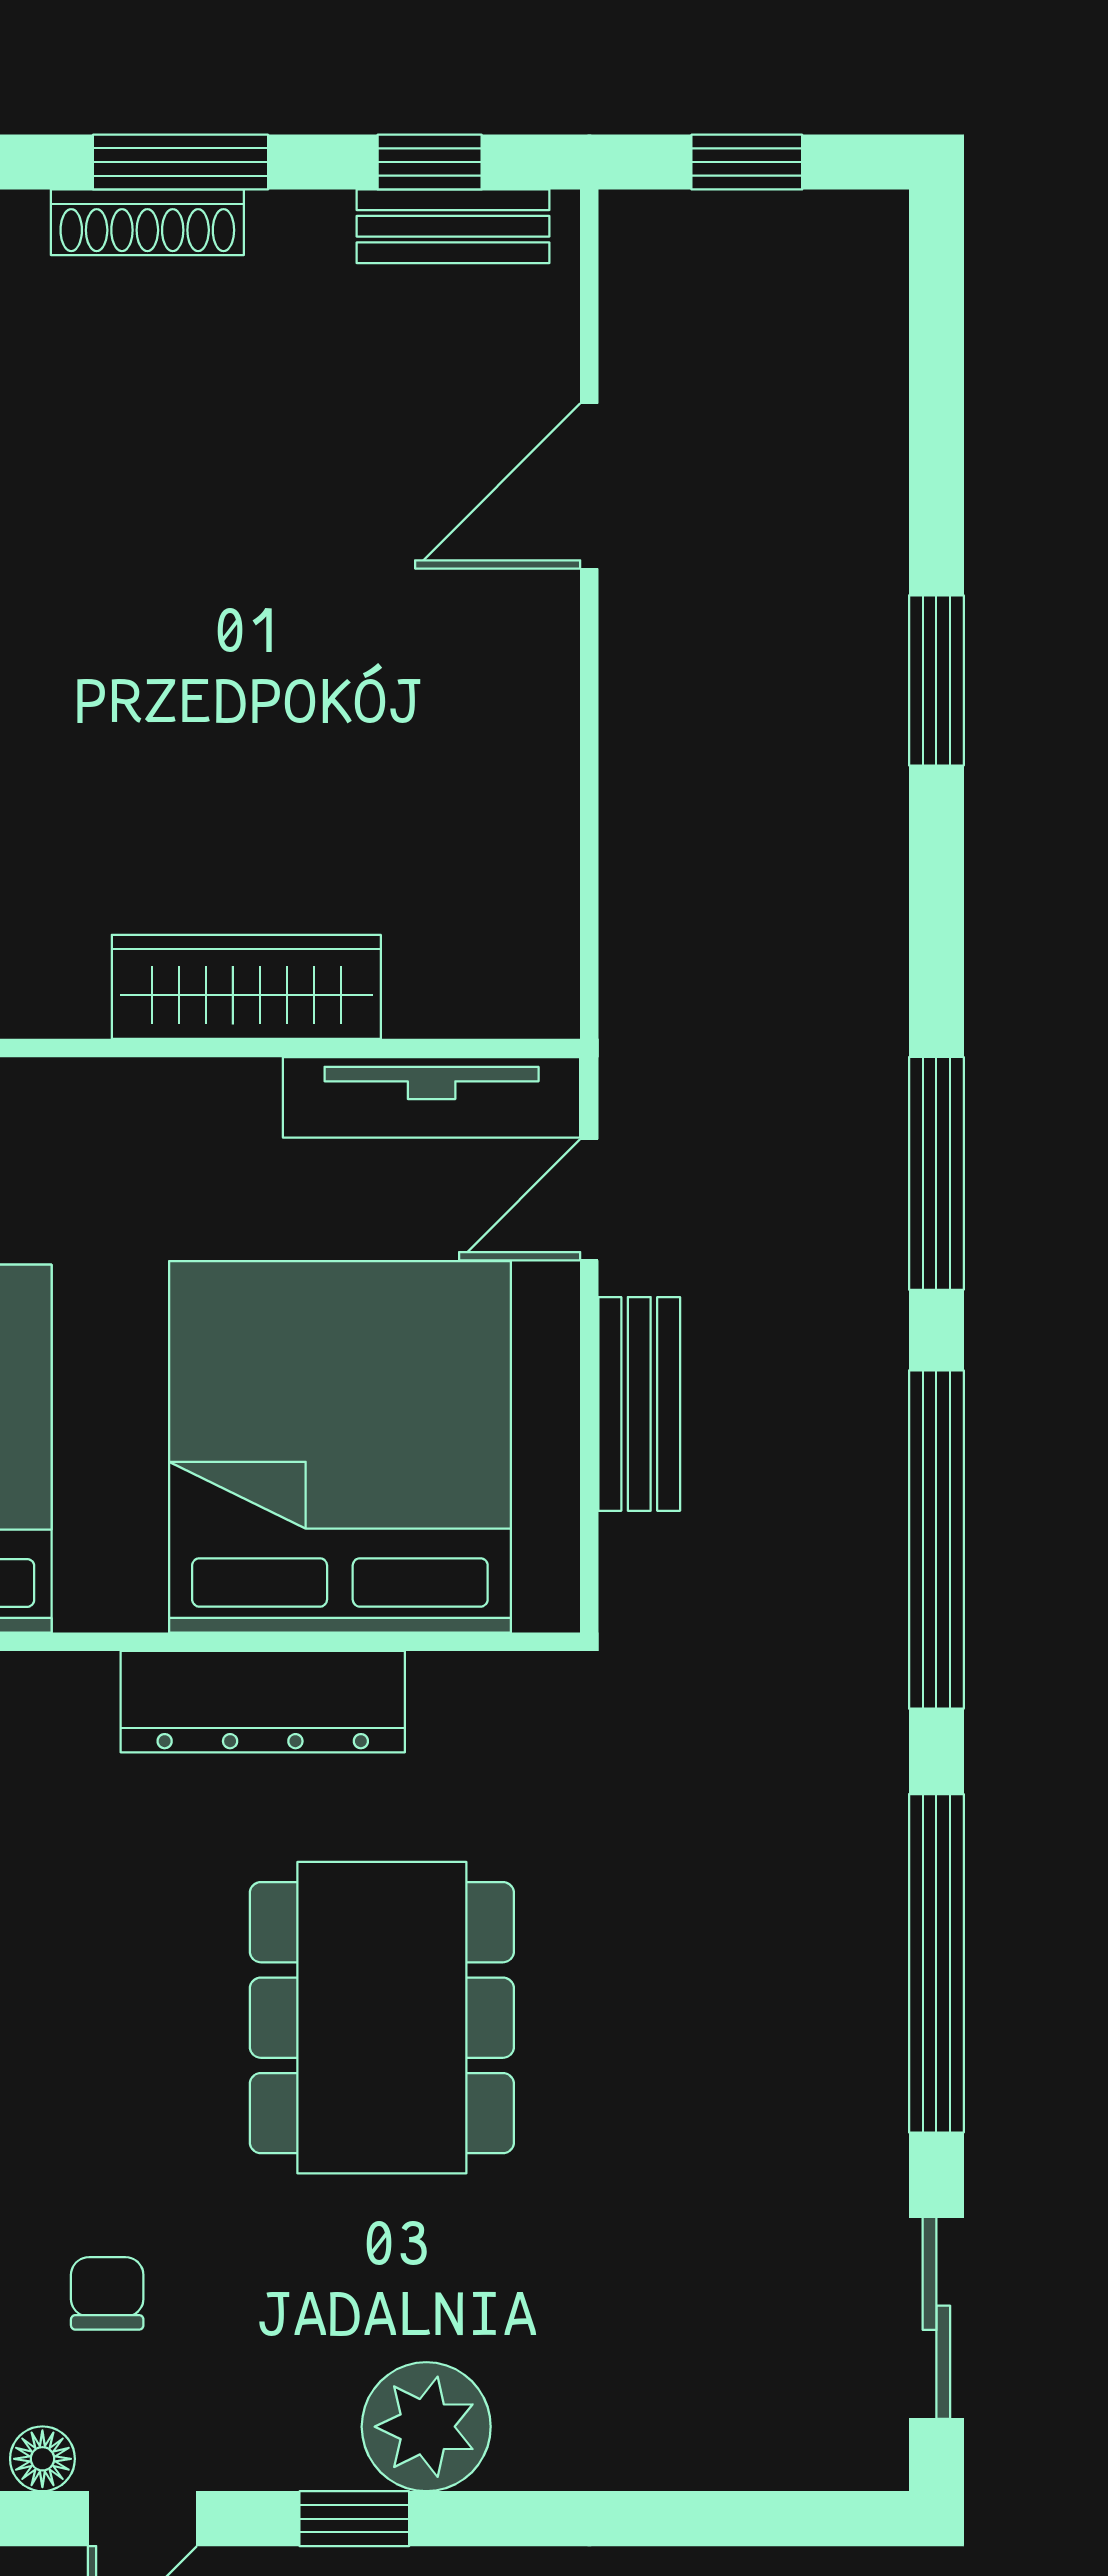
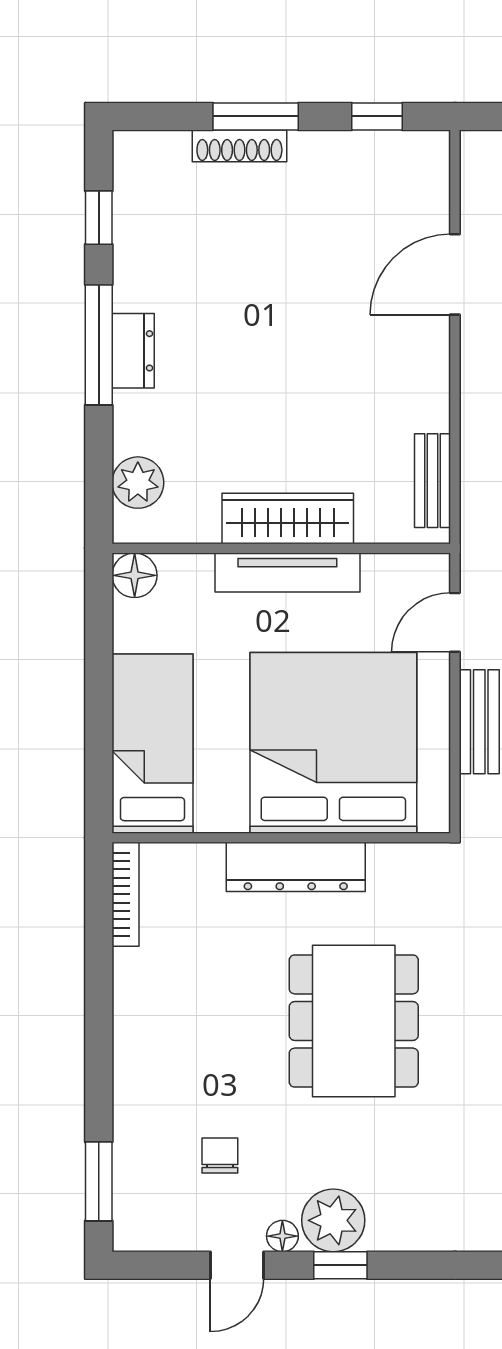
bench: (453, 226) -> (433, 481), moved, turned 90
tv unit: (432, 1097) -> (287, 572), moved
plant: (426, 2427) -> (333, 1220), moved
floor lamp: (42, 2459) -> (282, 1236), moved

